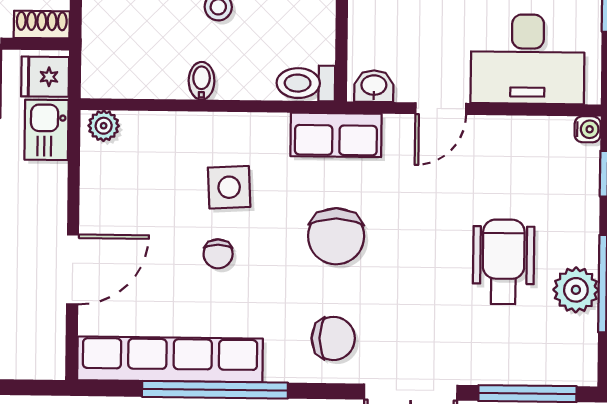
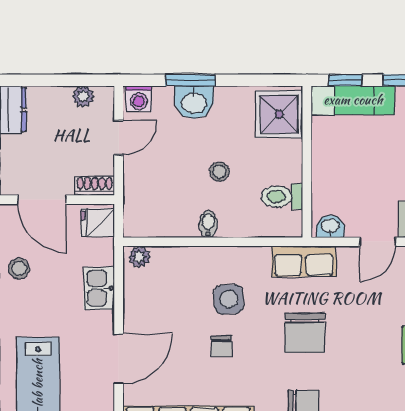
toilet: (306, 83) -> (282, 197), moved
kitchen sink: (47, 130) -> (99, 288), moved

